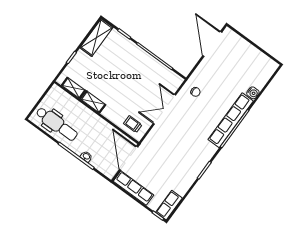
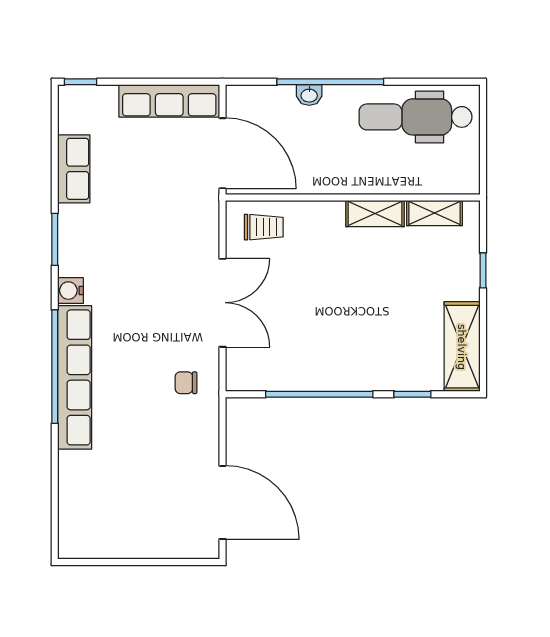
water cooler: (253, 93) -> (70, 291), moved
row of seats: (169, 205) -> (74, 169), moved

